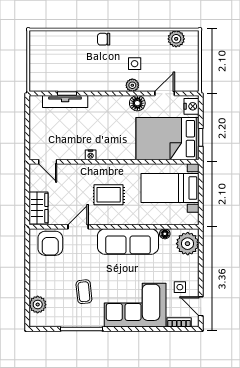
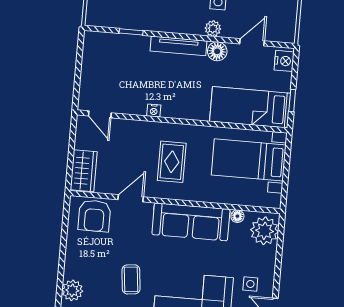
tv unit: (65, 102) -> (178, 46), moved
bed: (167, 139) -> (250, 107), width x0.67
rug: (109, 195) -> (172, 162), turned 90

